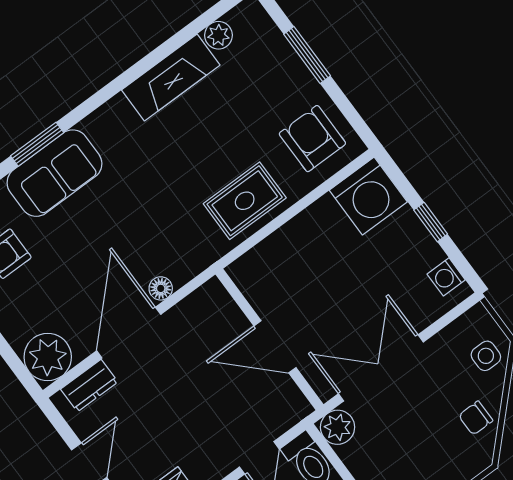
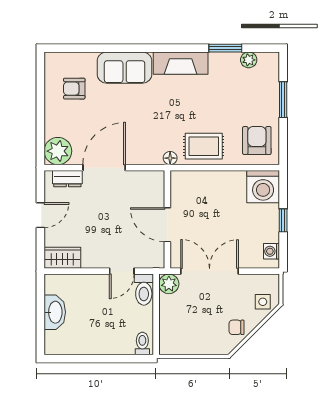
fireplace: (171, 77) -> (181, 63), moved
window: (37, 144) -> (225, 48), moved
floor lamp: (161, 288) -> (170, 158), moved

